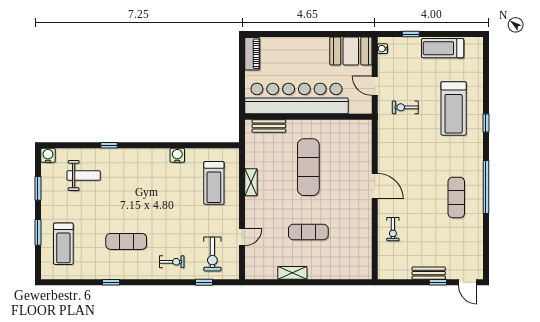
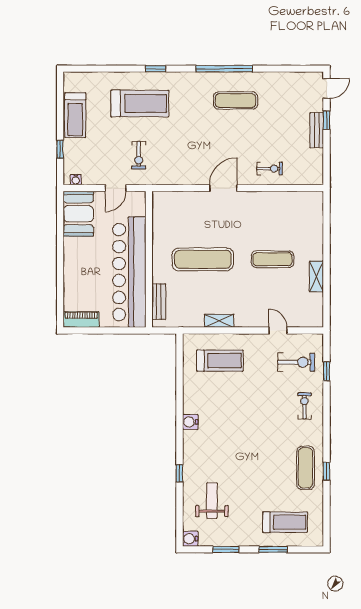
water cooler: (177, 155) -> (190, 422), moved
exercise mat: (308, 232) -> (273, 259), turned 90
exercise mat: (126, 241) -> (305, 468), moved

